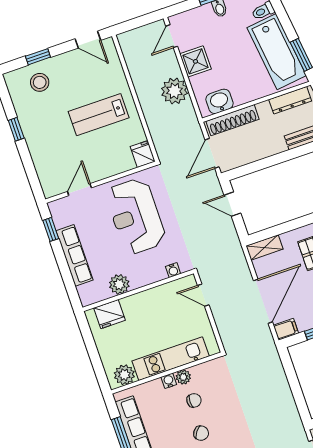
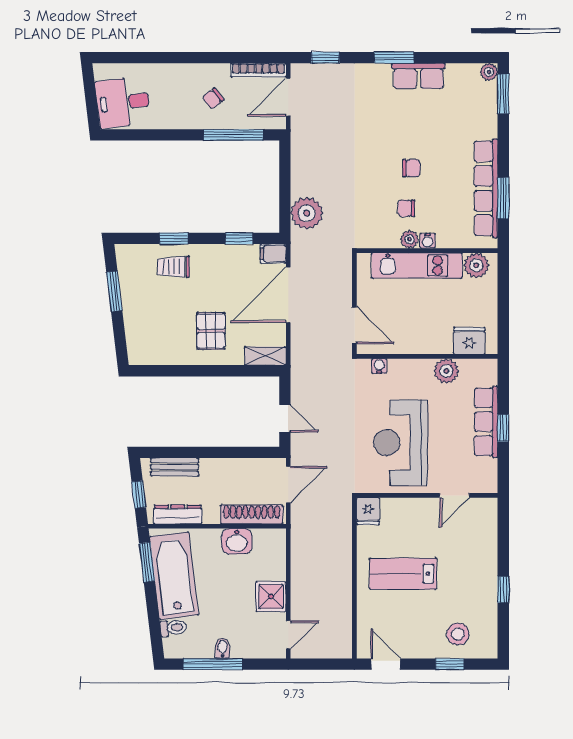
plant: (174, 91) -> (307, 213), moved
washbasin: (219, 101) -> (237, 541), moved
lab bench: (99, 115) -> (403, 574), turned 180
reception desk: (136, 216) -> (401, 443), turned 180
window: (51, 229) -> (503, 428), moved
door: (203, 295) -> (354, 325), width x1.38
chair: (201, 433) -> (411, 168), turned 144

